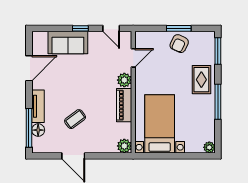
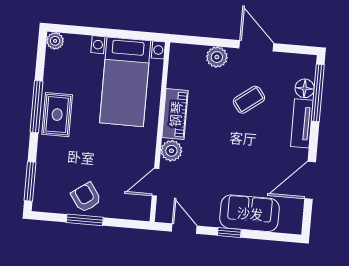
armchair: (179, 44) -> (86, 197), turned -60
rug: (201, 80) -> (57, 115), moved
plant: (124, 146) -> (217, 57), moved

